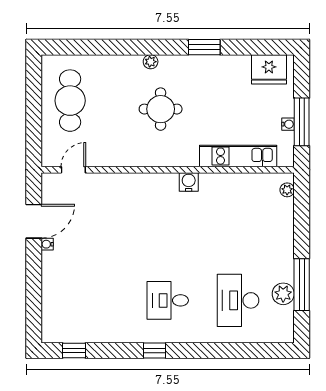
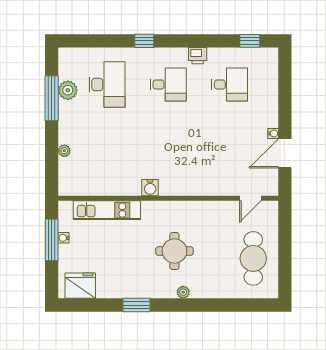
plant: (287, 190) -> (64, 151), moved
desk: (97, 300) -> (230, 85), added
printer: (134, 334) -> (198, 56), added
window: (155, 351) -> (144, 41), moved

